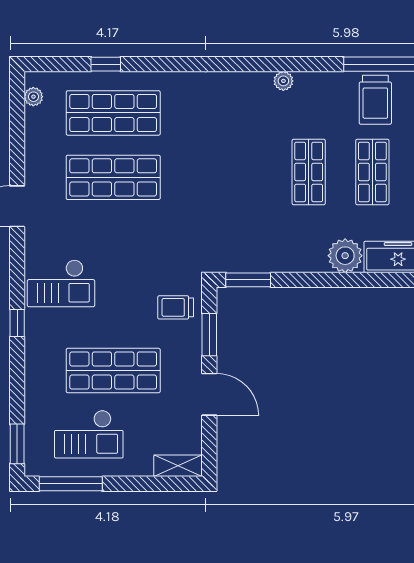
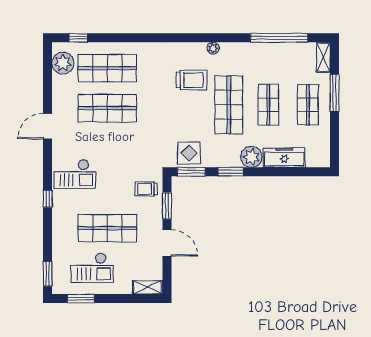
window: (106, 64) -> (78, 38), moved
plant: (33, 97) -> (63, 63), width x1.88, depth x1.88
trolley: (375, 100) -> (191, 80), moved, turned -90
shop shelf: (309, 172) -> (229, 105), width x1.43, depth x1.36
display table: (245, 250) -> (189, 153), added
window: (312, 280) -> (231, 172), added
window: (71, 484) -> (81, 299), width x0.69

